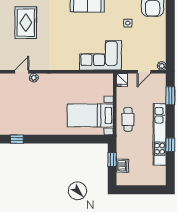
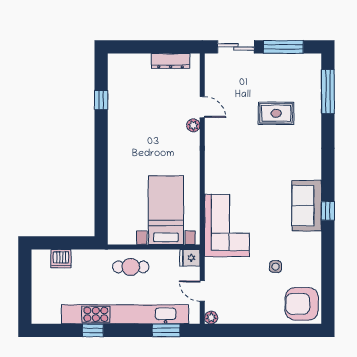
rug: (26, 23) -> (276, 113), width x0.73, depth x0.70
bed with nightstands: (90, 115) -> (166, 210), moved
kitchen unit: (160, 134) -> (125, 314), width x1.36
window: (112, 160) -> (70, 243), removed

